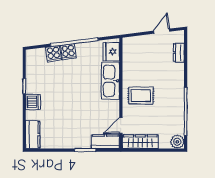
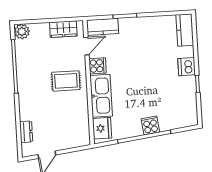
cooker: (53, 54) -> (98, 66), moved, turned 97
wardrobe: (140, 142) -> (63, 29), width x0.67

